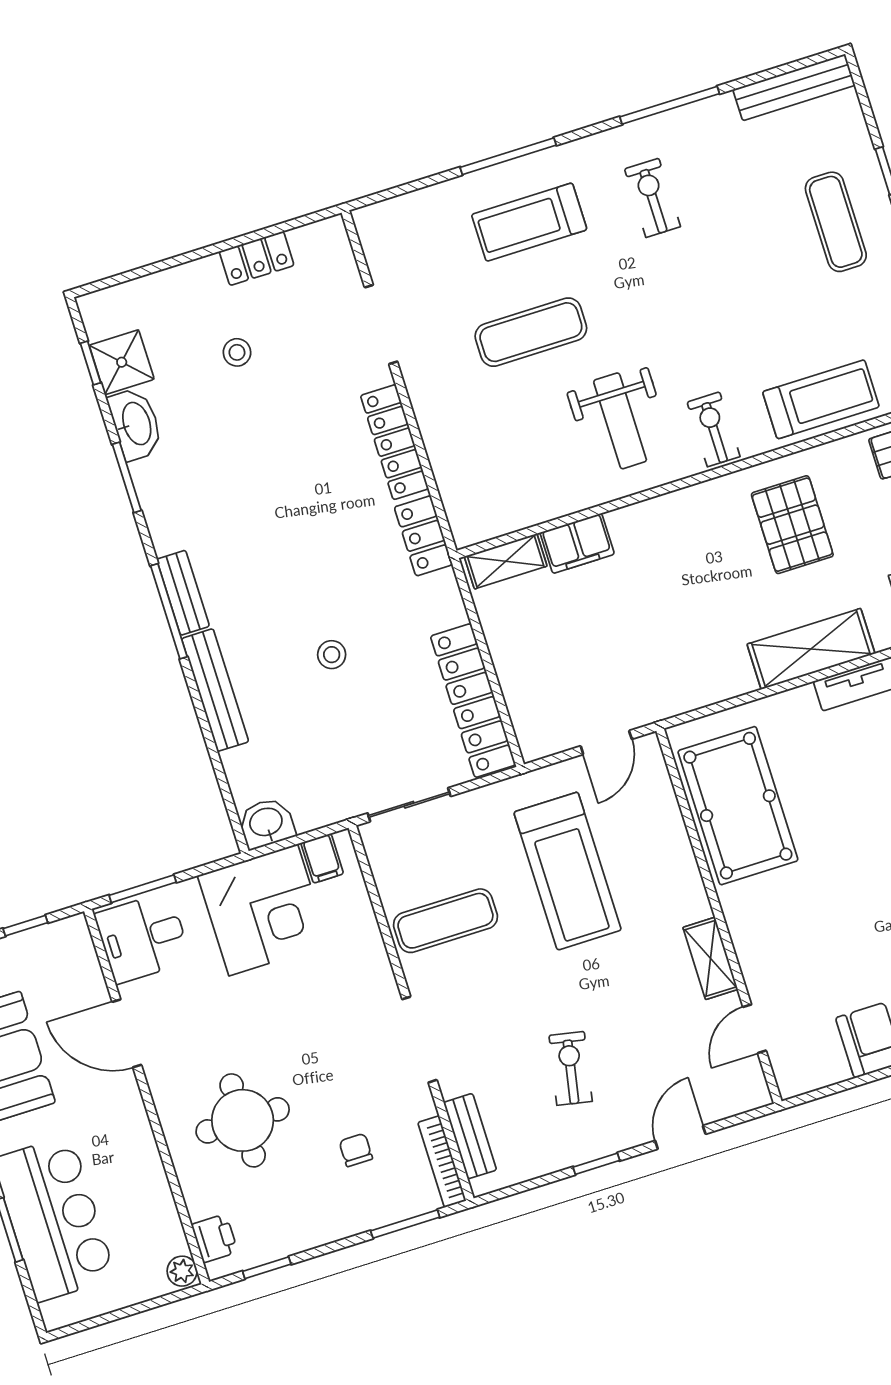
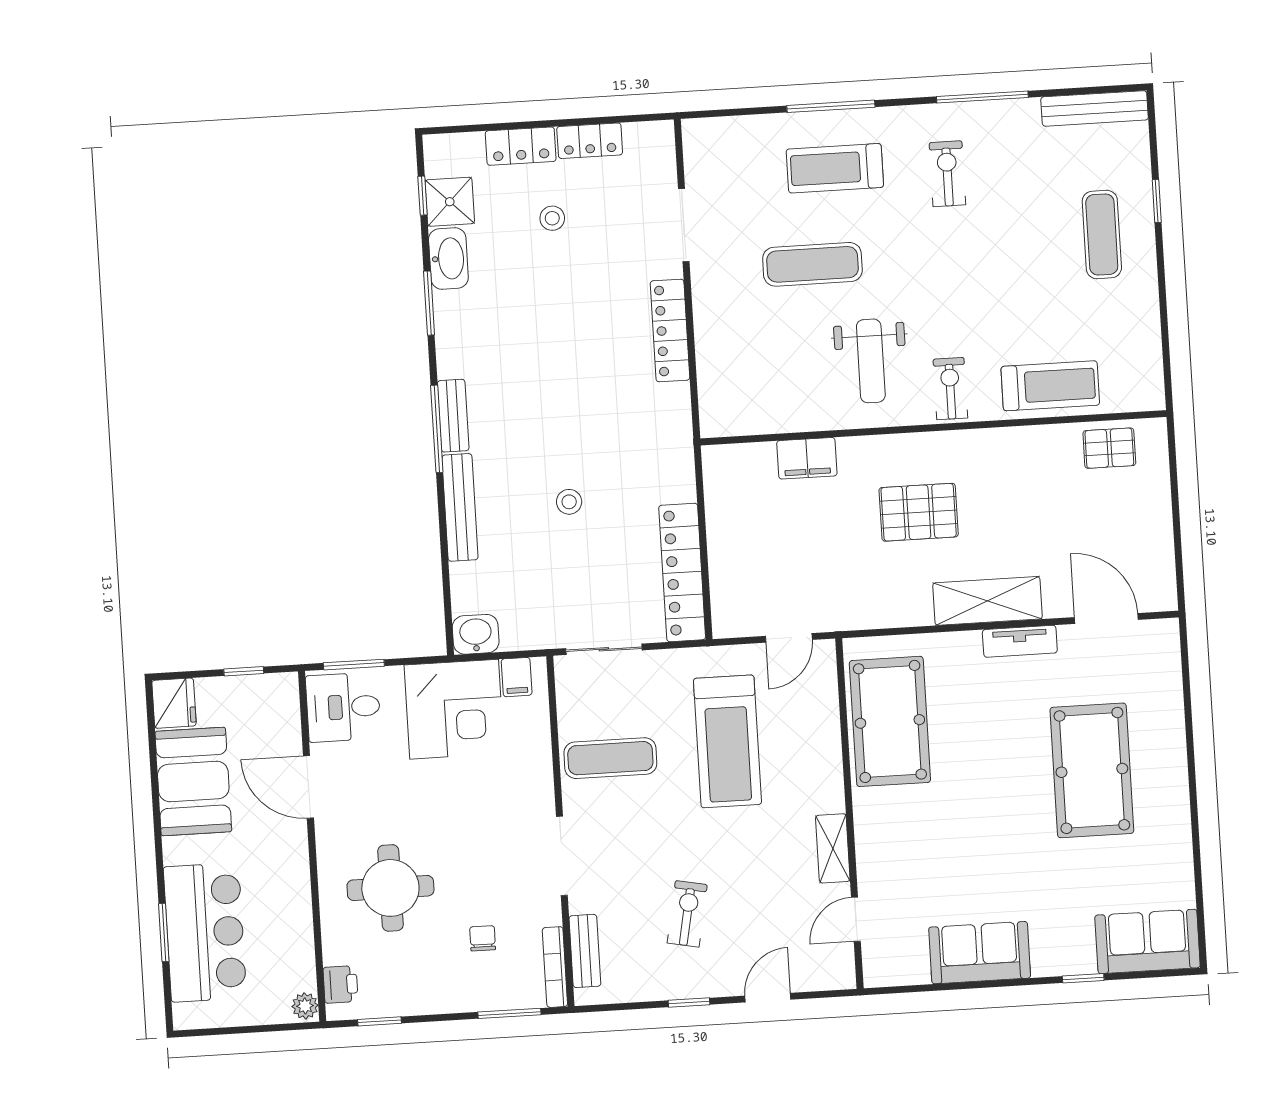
pallet: (792, 525) -> (919, 512), moved, turned 90
locker: (423, 536) -> (521, 146), moved, turned -90
shelving: (506, 561) -> (741, 458), removed

